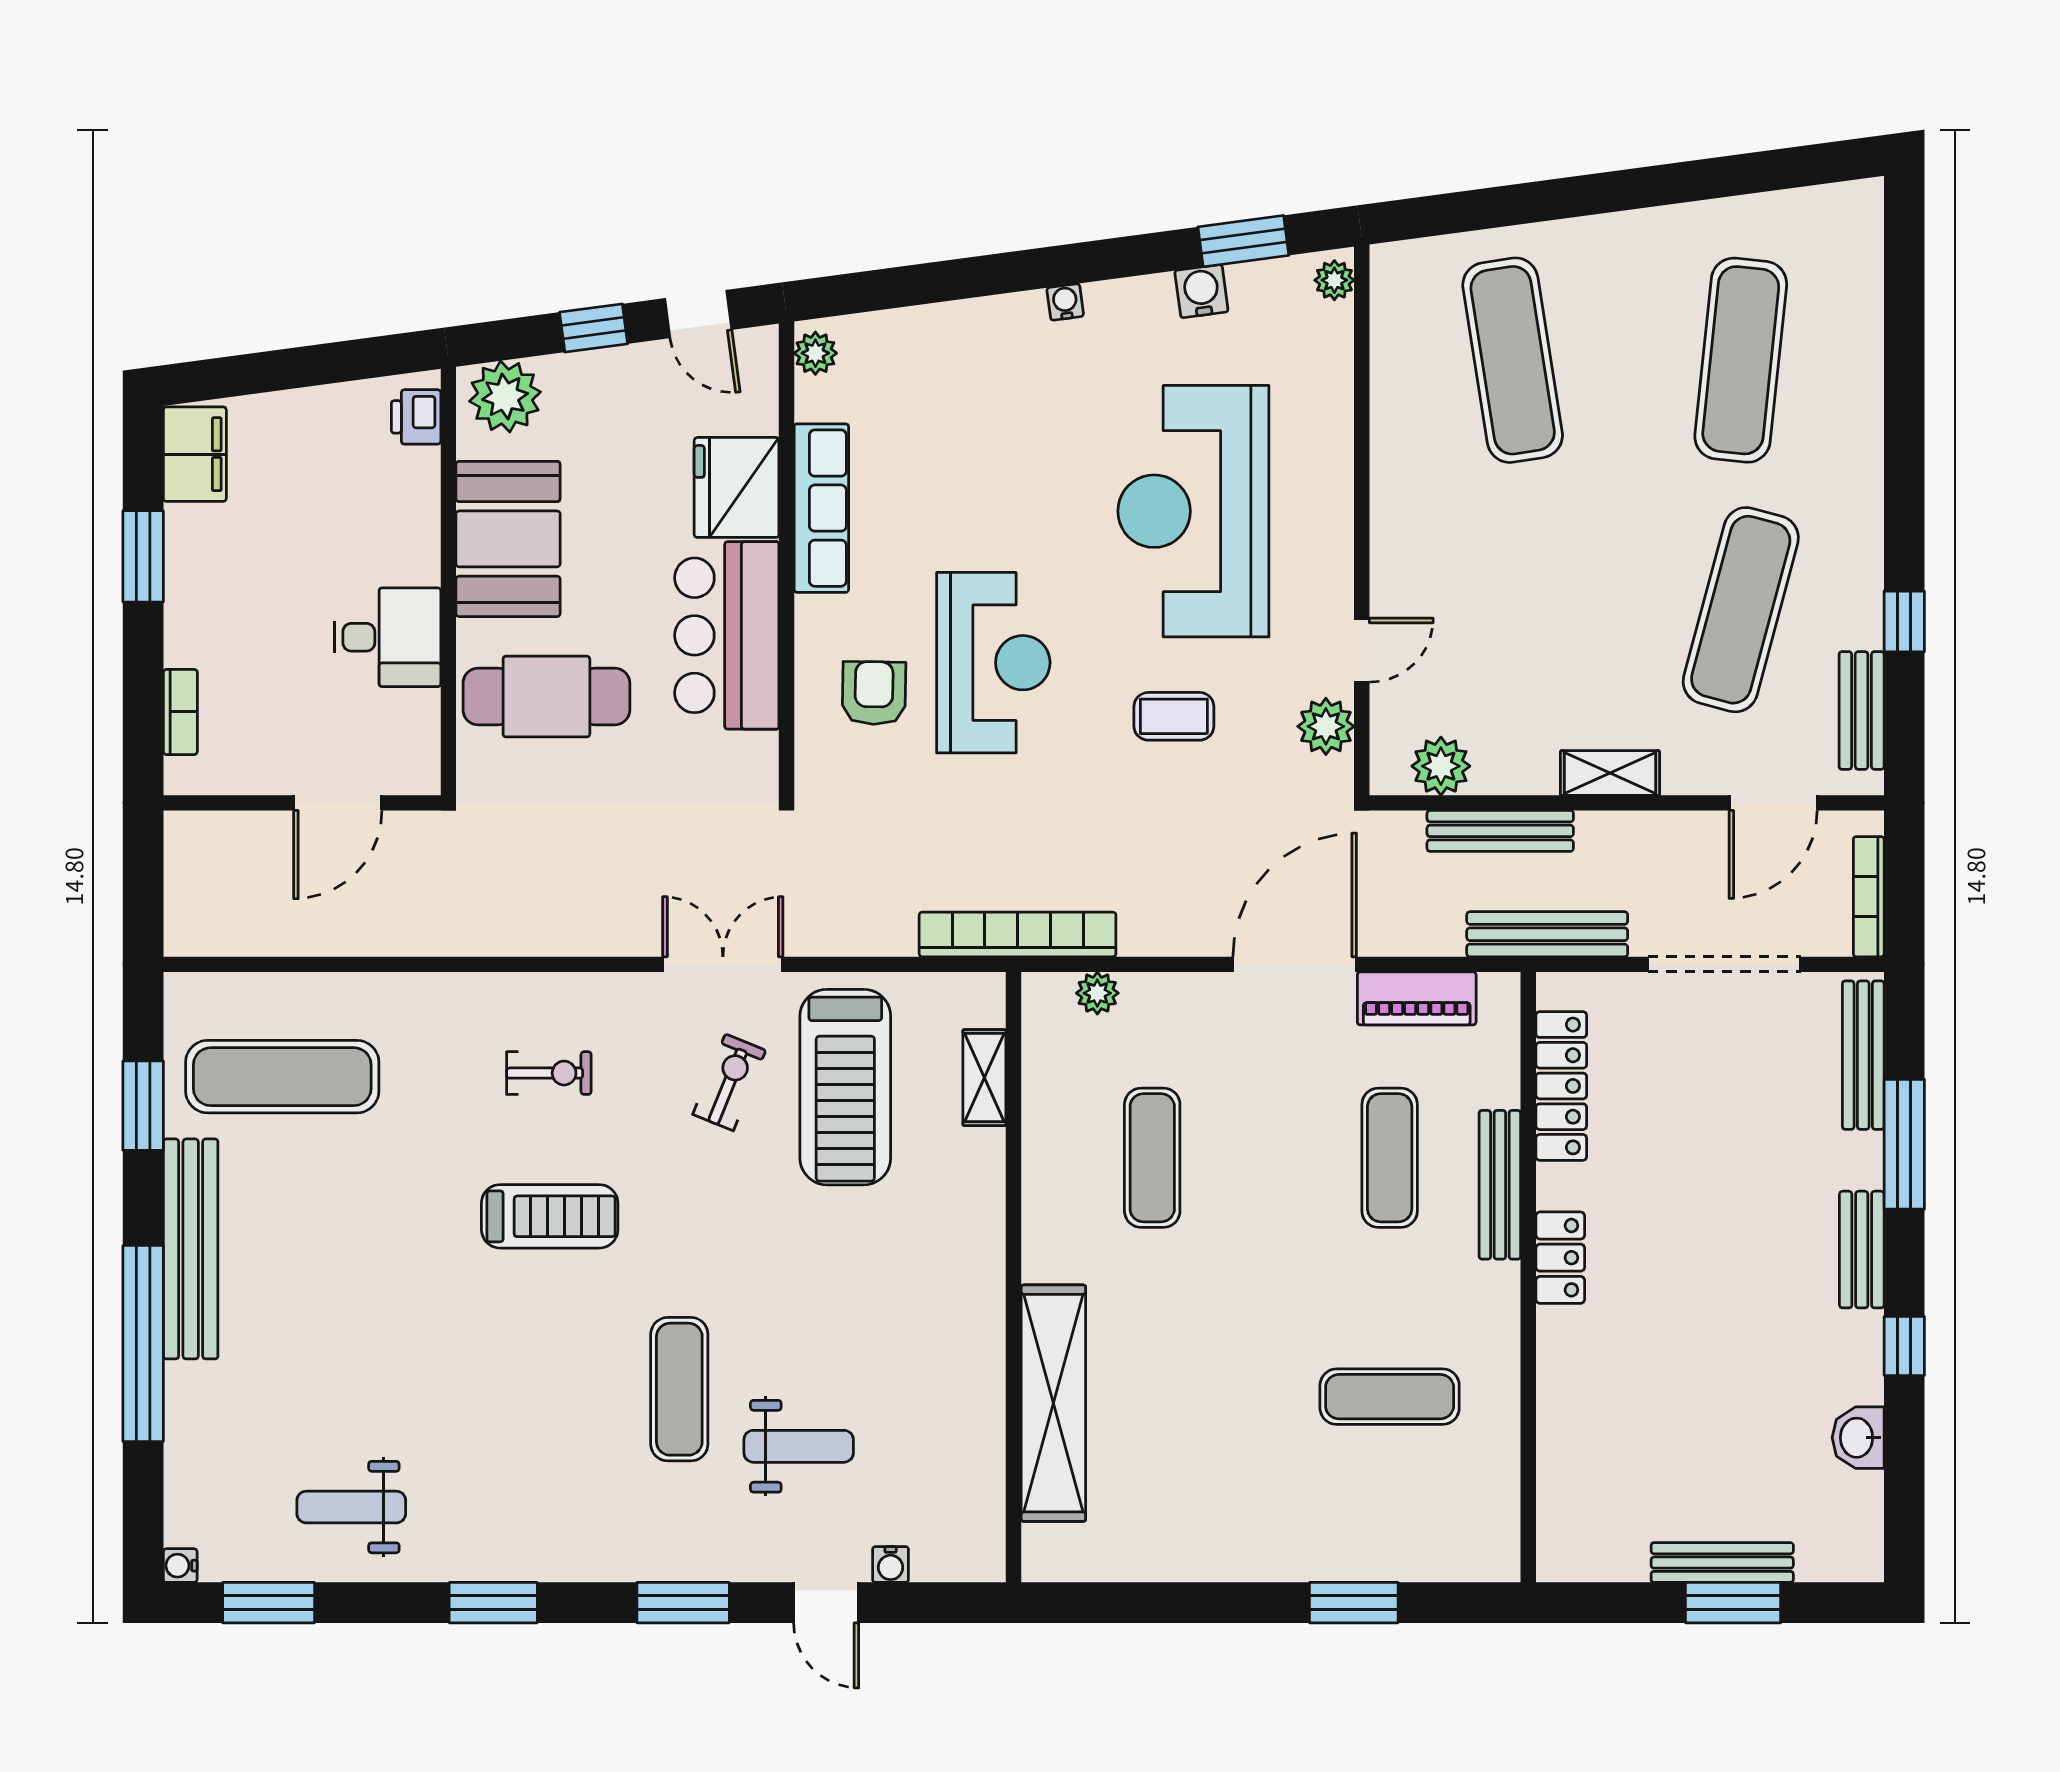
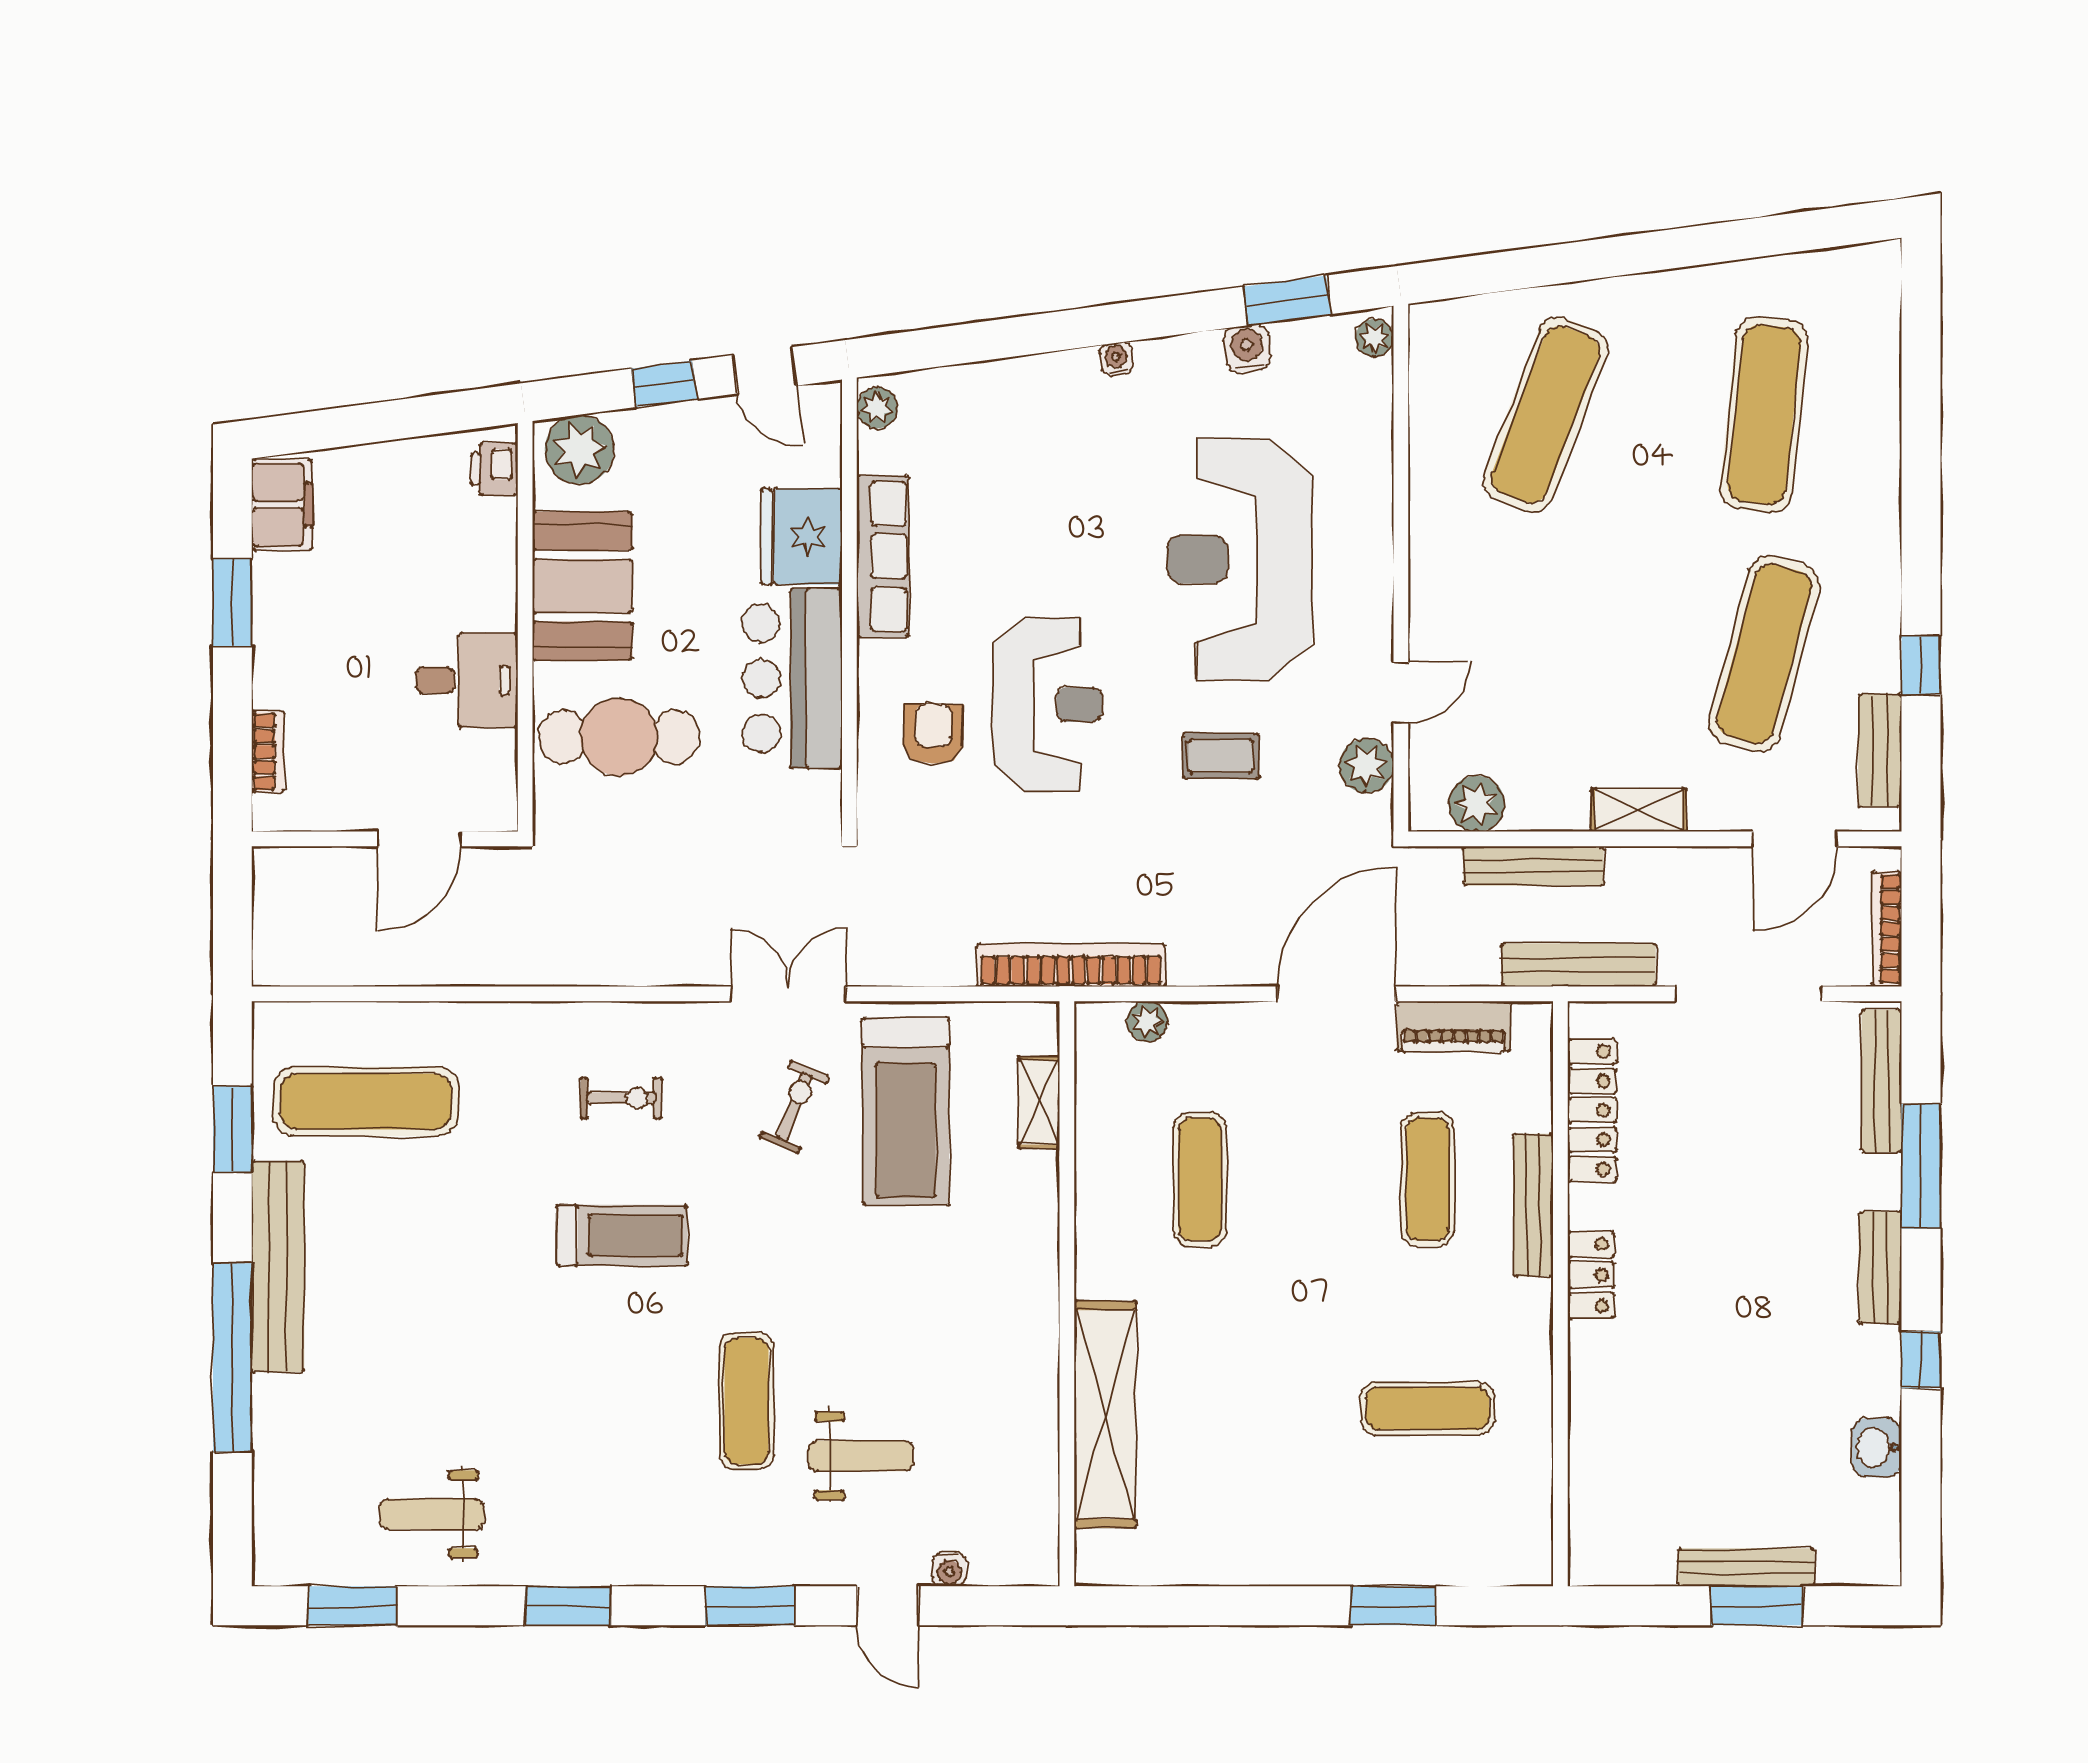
exercise mat: (1513, 360) -> (1545, 415), turned 30
water cooler: (180, 1566) -> (268, 1570), removed

